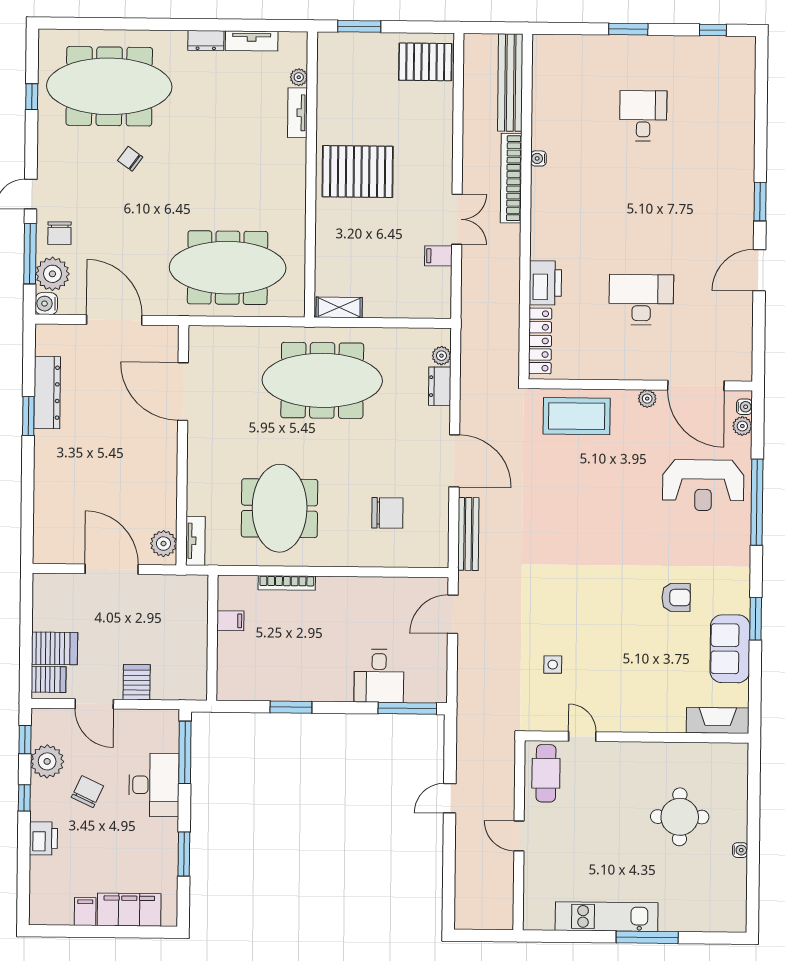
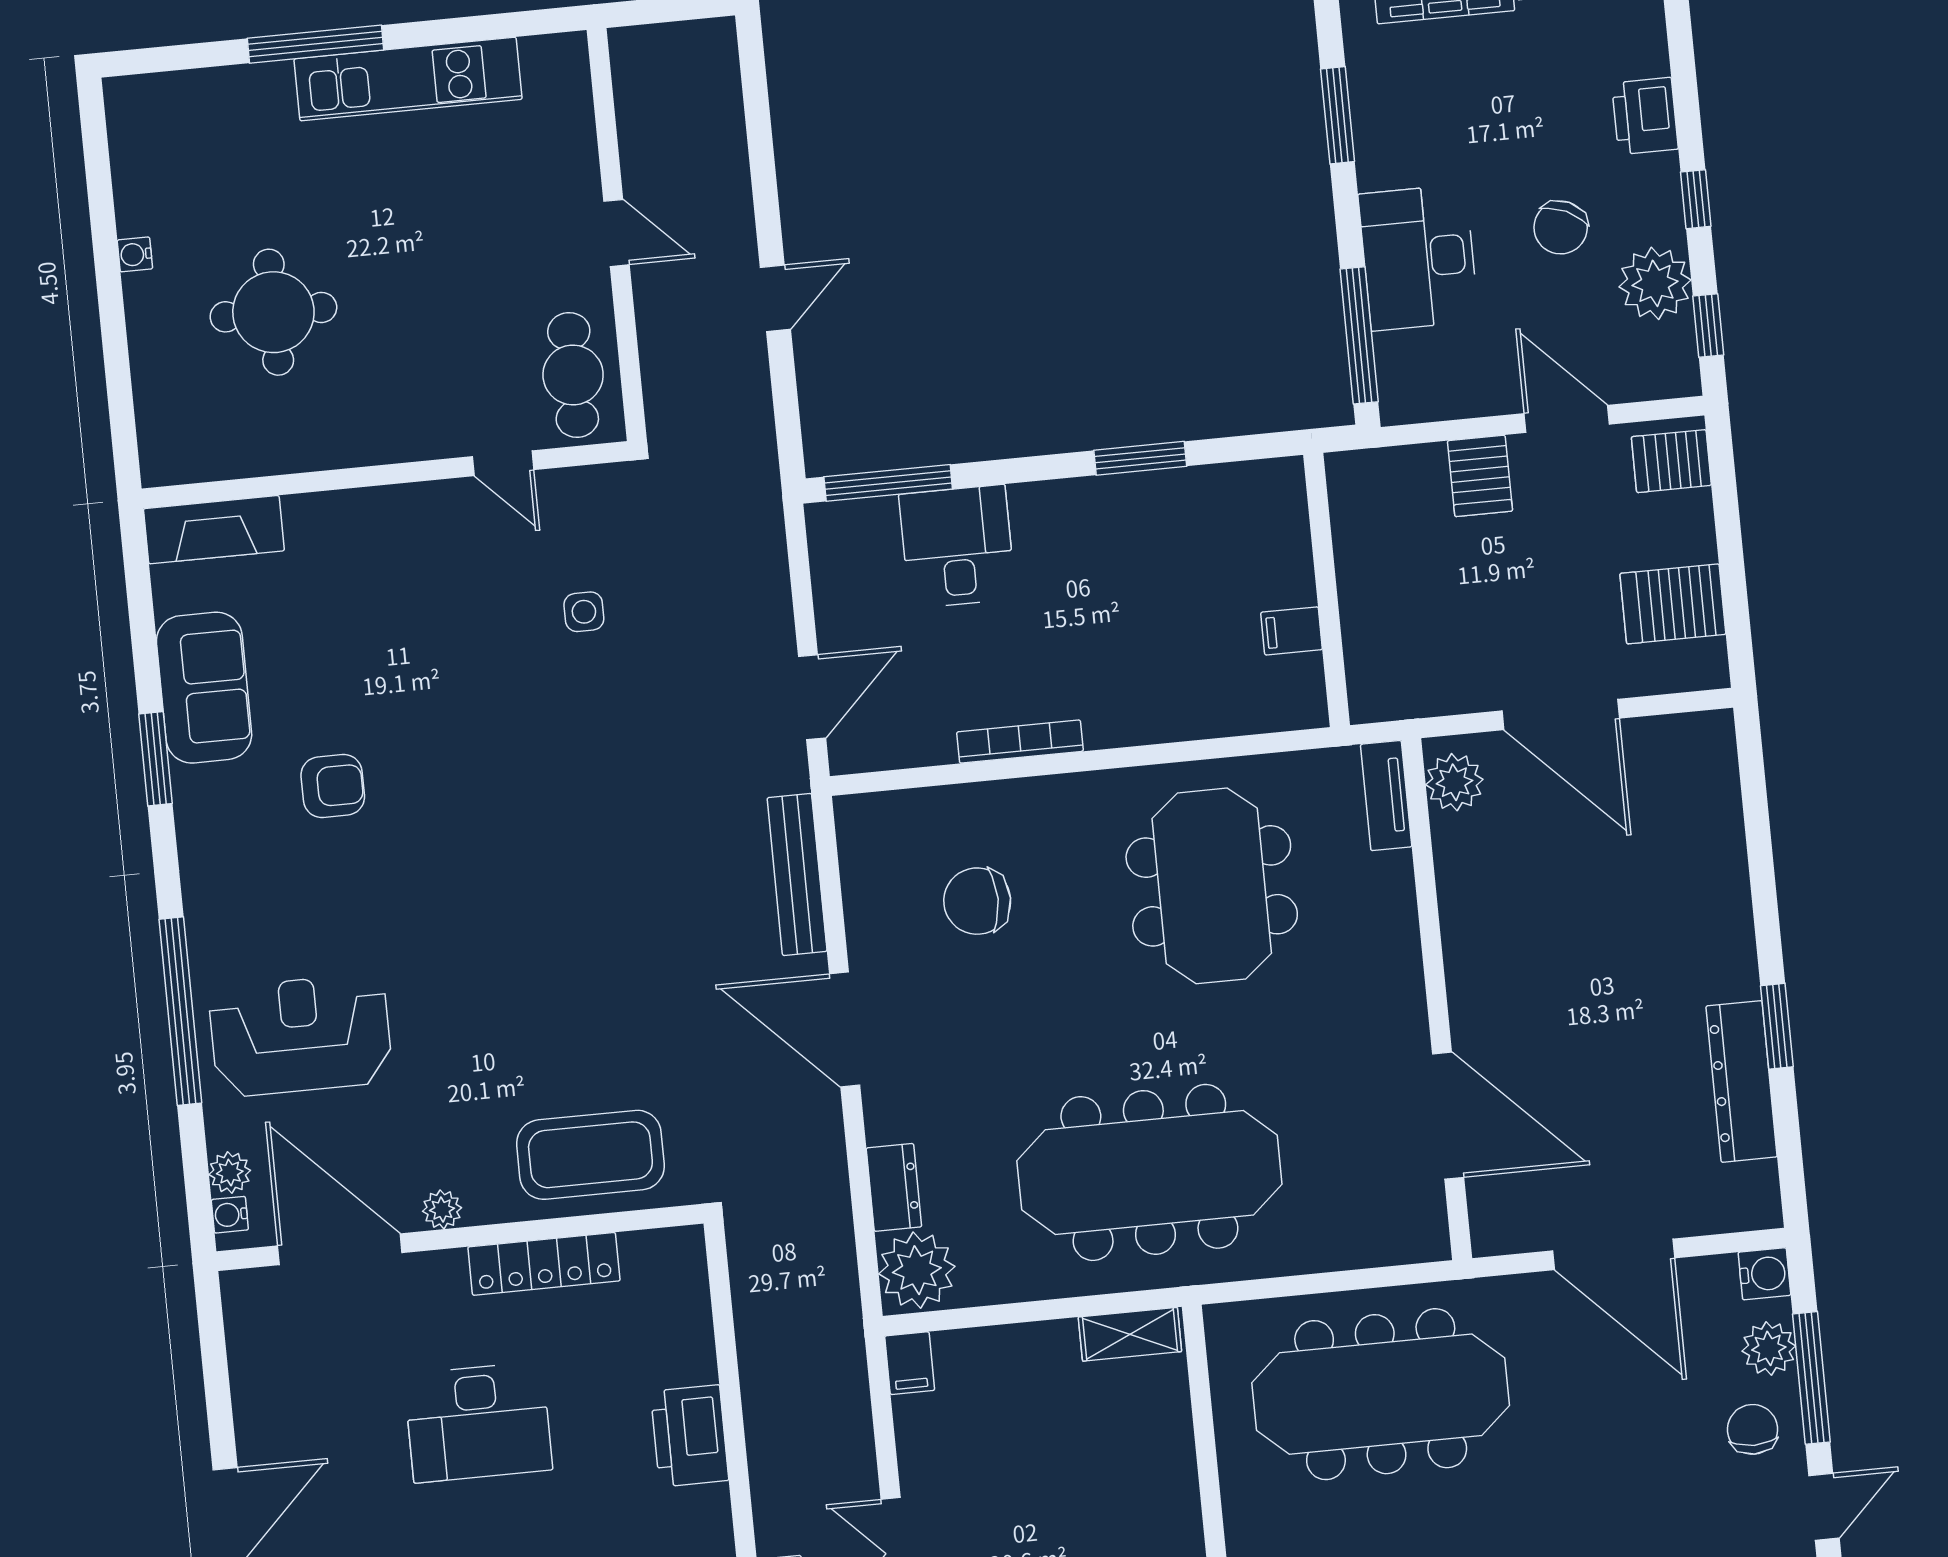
filing cabinet: (438, 256) -> (910, 1363), moved, turned 90
plant: (52, 274) -> (1769, 1348), width x0.73, depth x0.73
locker: (540, 341) -> (544, 1264), moved, turned -90
plant: (441, 356) -> (917, 1270), width x1.87, depth x1.87
bookcase: (287, 583) -> (1020, 742), moved
armchair: (676, 597) -> (333, 786), turned 180
server rack: (55, 648) -> (1673, 604), moved

